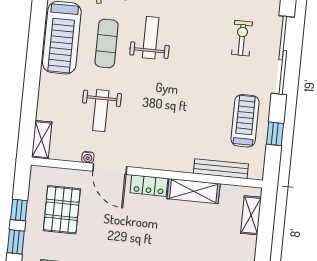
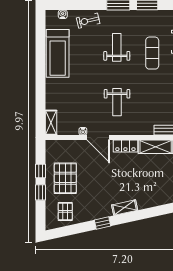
exercise mat: (107, 43) -> (152, 53), moved
weight bench: (101, 111) -> (117, 102), moved
pallet: (62, 210) -> (65, 178), moved

